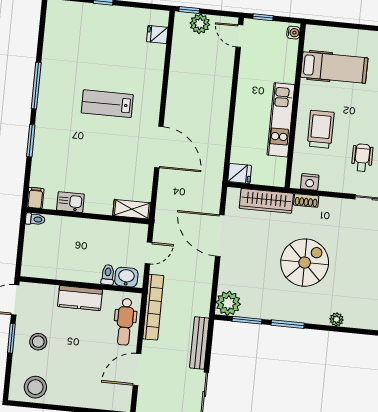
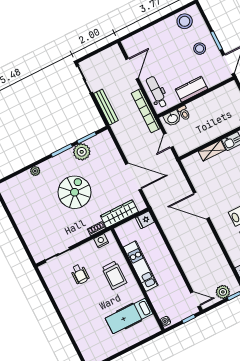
shelving: (132, 209) -> (212, 151), moved
spiral stairs: (305, 263) -> (75, 192), turned 180
plant: (228, 303) -> (82, 152), moved

